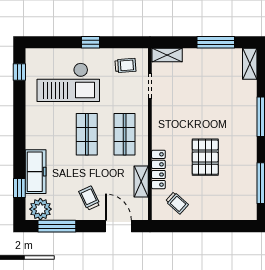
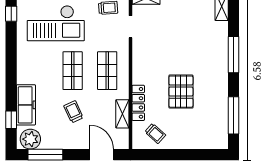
trolley: (89, 198) -> (74, 112), moved

